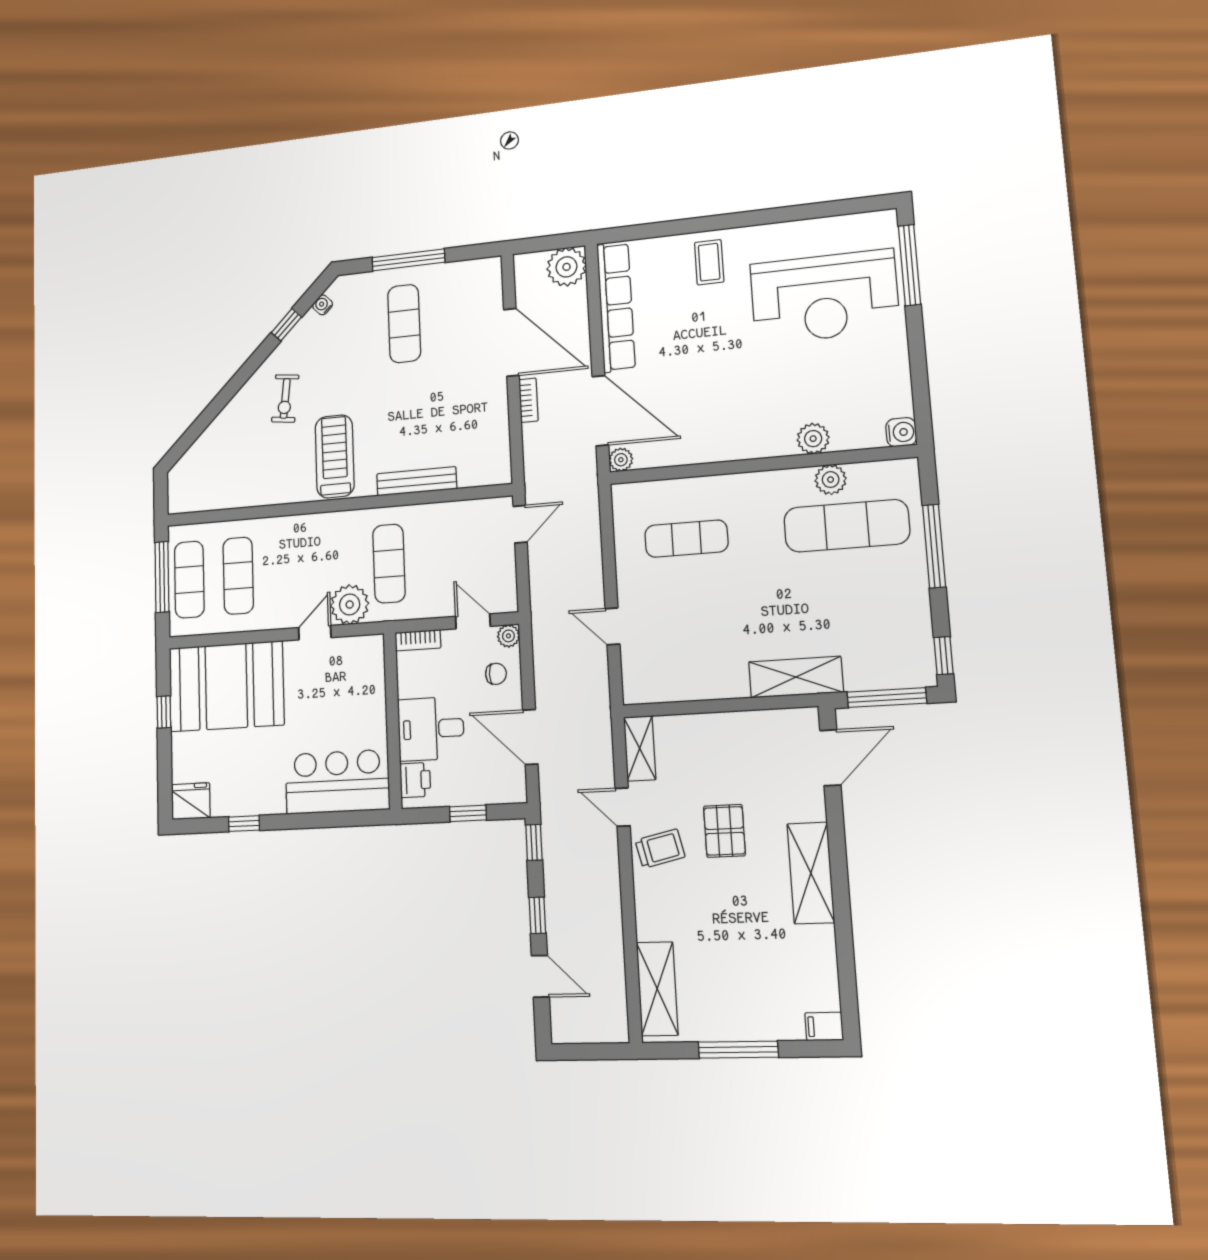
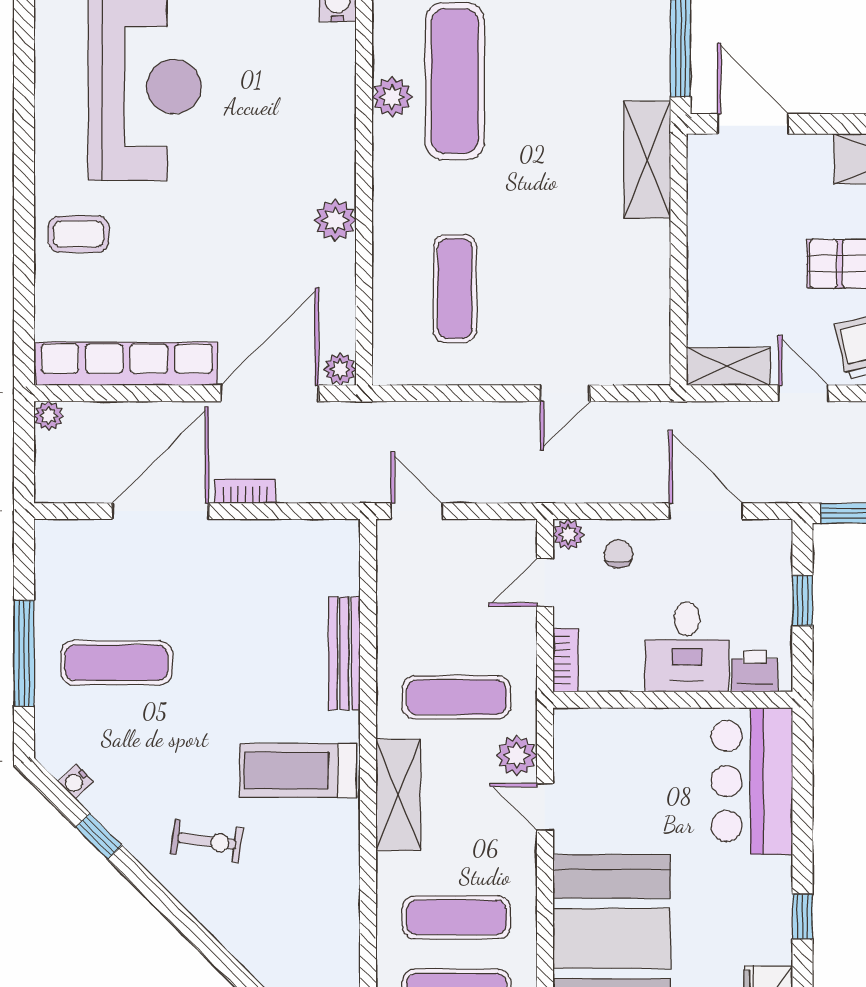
plant: (567, 267) -> (49, 416), width x0.53, depth x0.53
plant: (813, 439) -> (335, 220), moved
shelving: (320, 528) -> (398, 795), added
plant: (350, 605) -> (517, 755), width x0.73, depth x0.73
door: (530, 737) -> (706, 511), swing flipped
door: (623, 807) -> (803, 393), swing flipped

